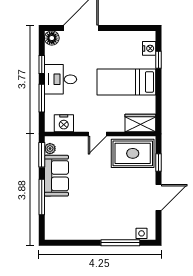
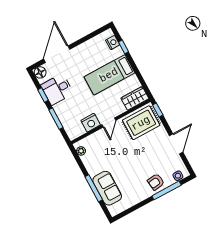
desk: (61, 79) -> (57, 89), moved
nightstand: (64, 123) -> (91, 123), moved
window: (42, 155) -> (78, 159), removed
window: (158, 163) -> (158, 110), moved
sofa: (56, 176) -> (107, 188), moved
armchair: (114, 227) -> (156, 182), added

